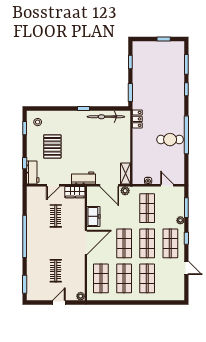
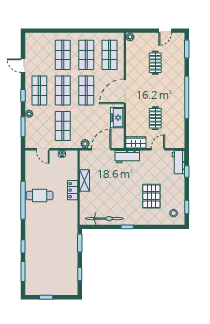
locker: (137, 119) -> (73, 190), moved
pallet: (52, 146) -> (151, 196), moved
shelving: (126, 173) -> (85, 181), moved
door: (109, 185) -> (101, 149), hinge flipped
door: (59, 302) -> (165, 31), moved

